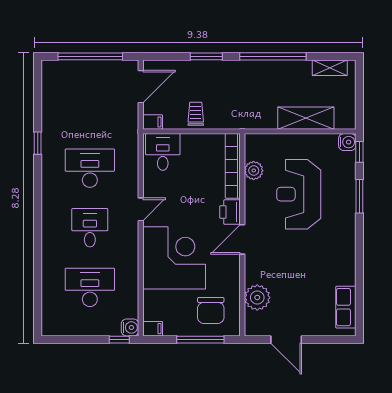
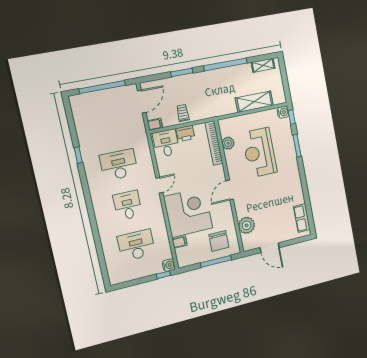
printer: (230, 212) -> (185, 133), moved, turned -90
filing cabinet: (153, 329) -> (180, 242), moved

